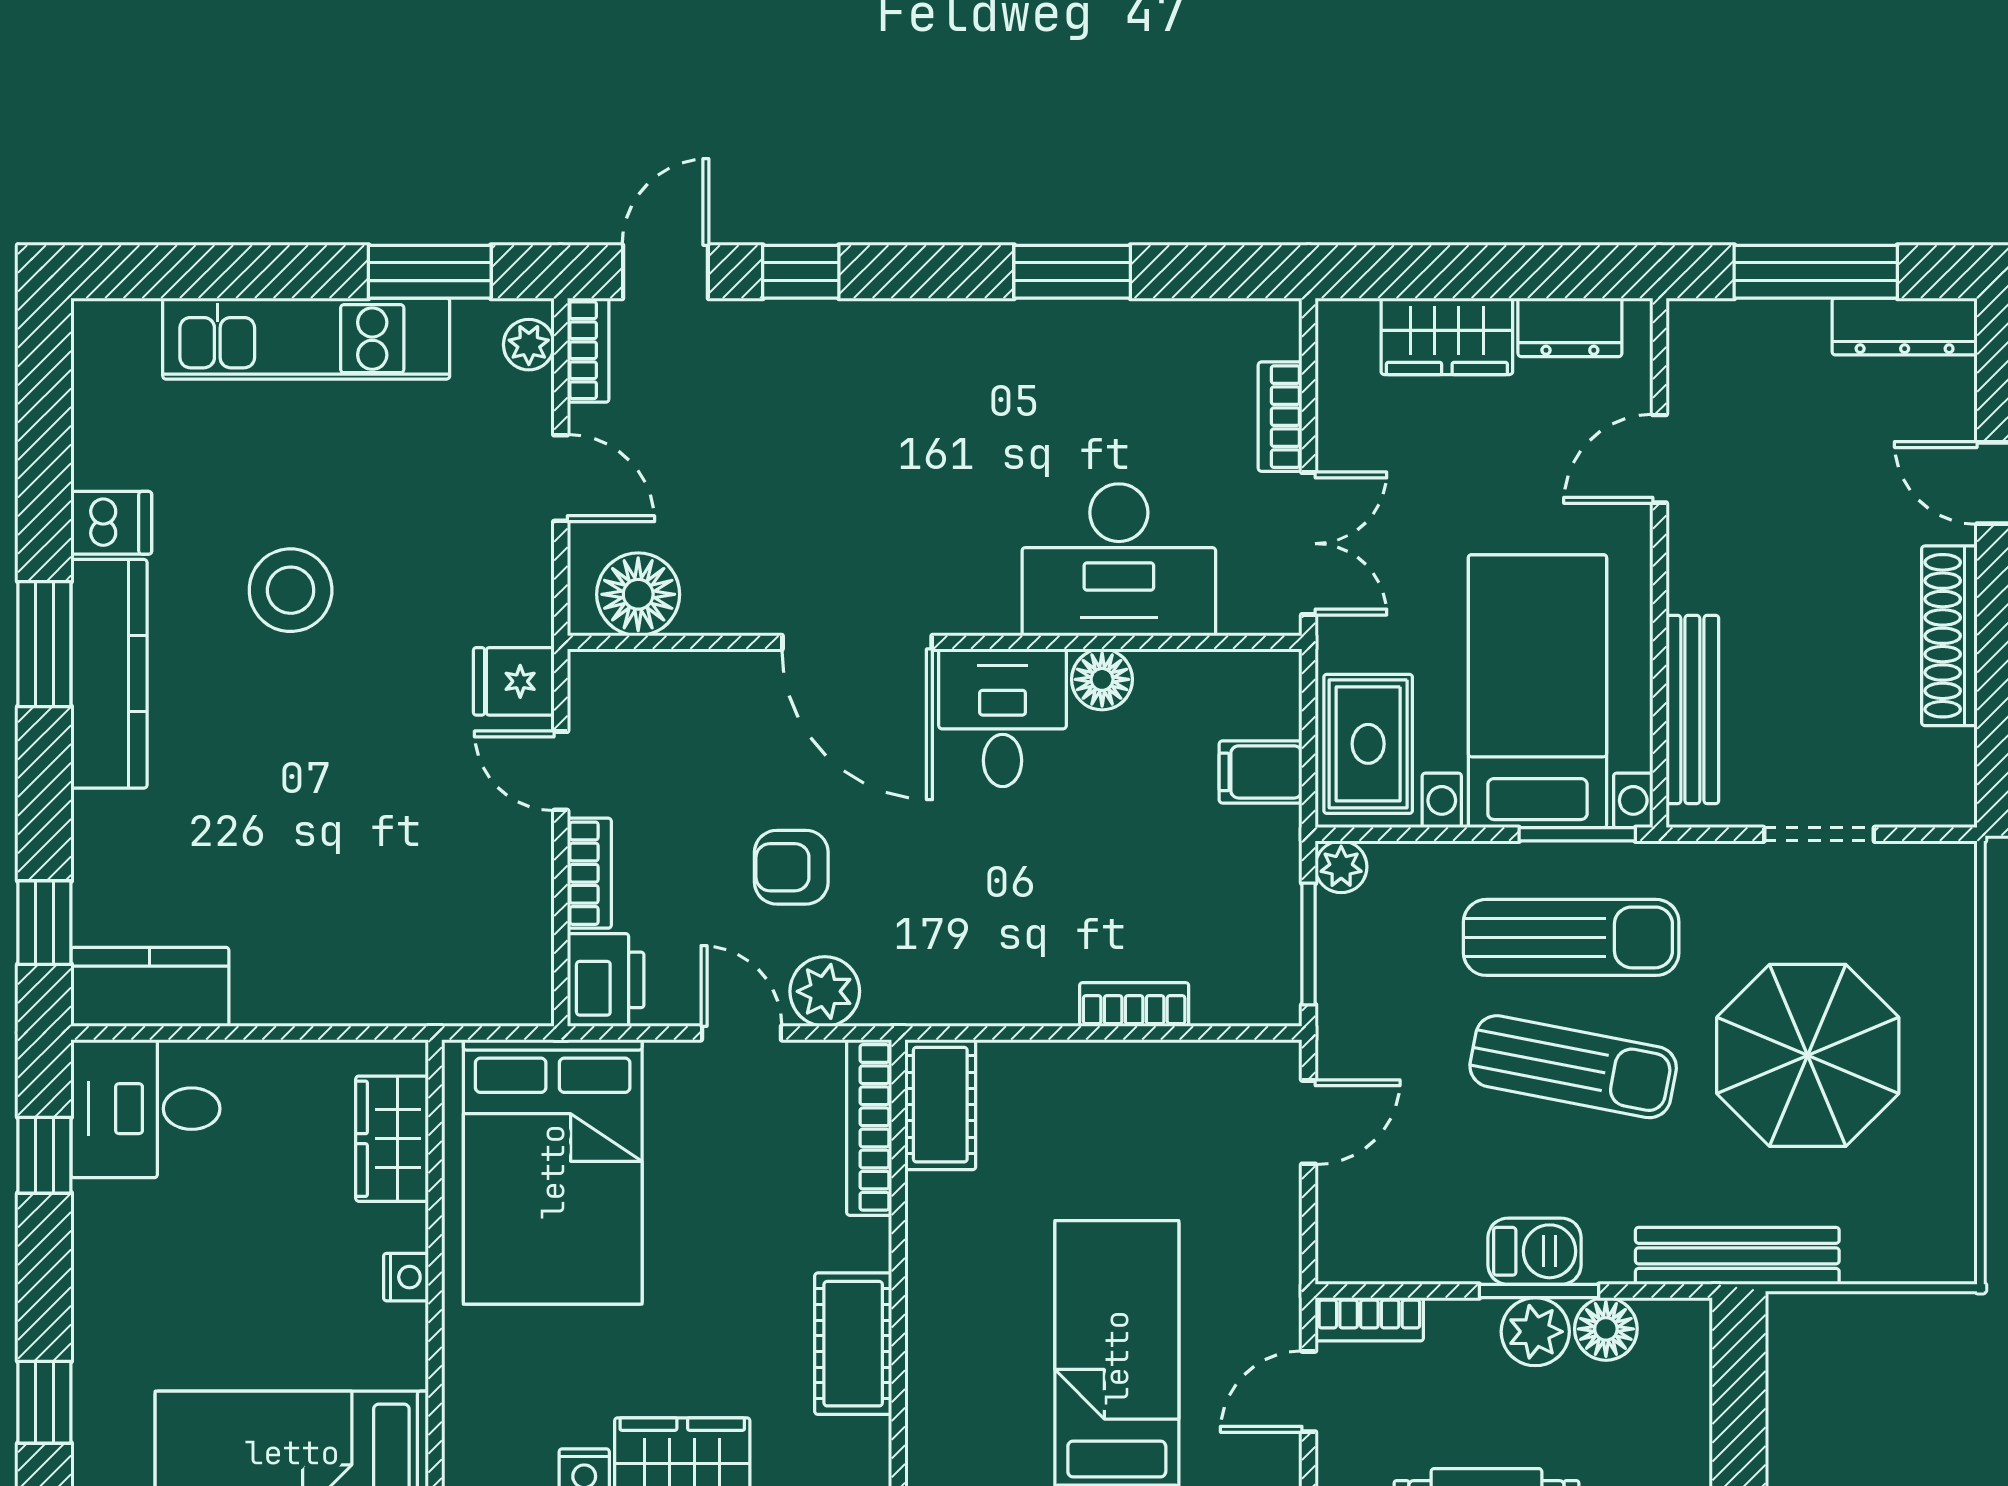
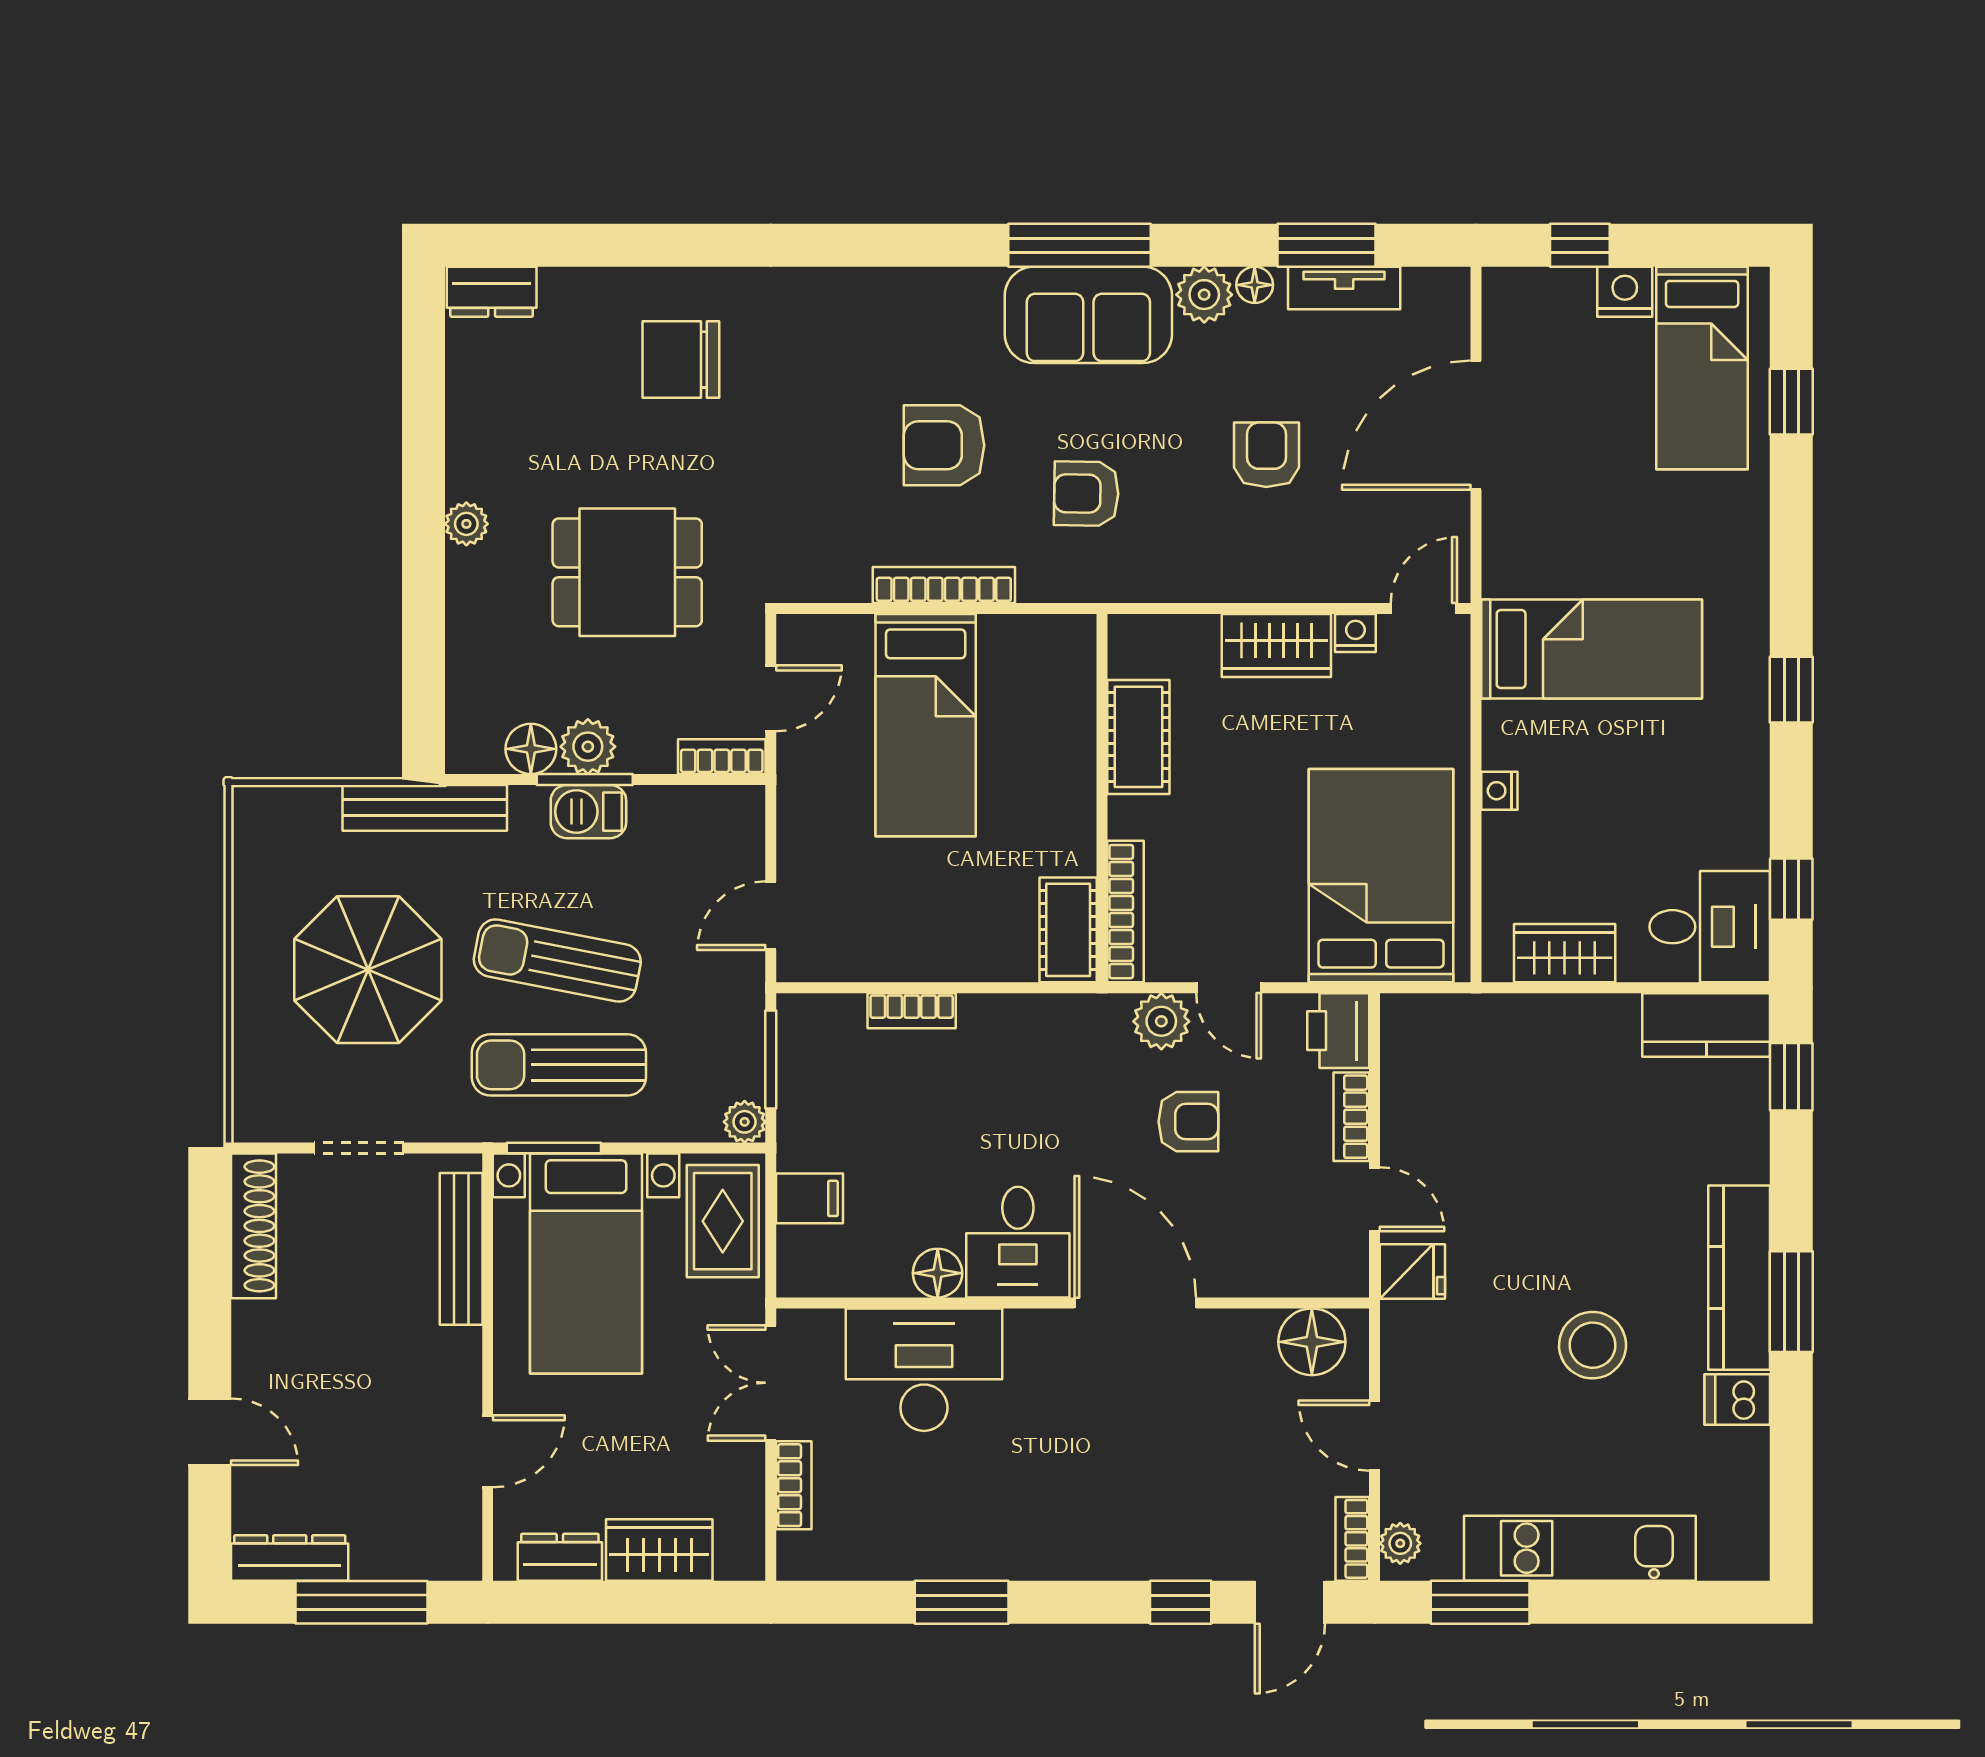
shoe rack: (1949, 636) -> (254, 1226), moved
wardrobe: (392, 1139) -> (1565, 953), moved, turned -90

